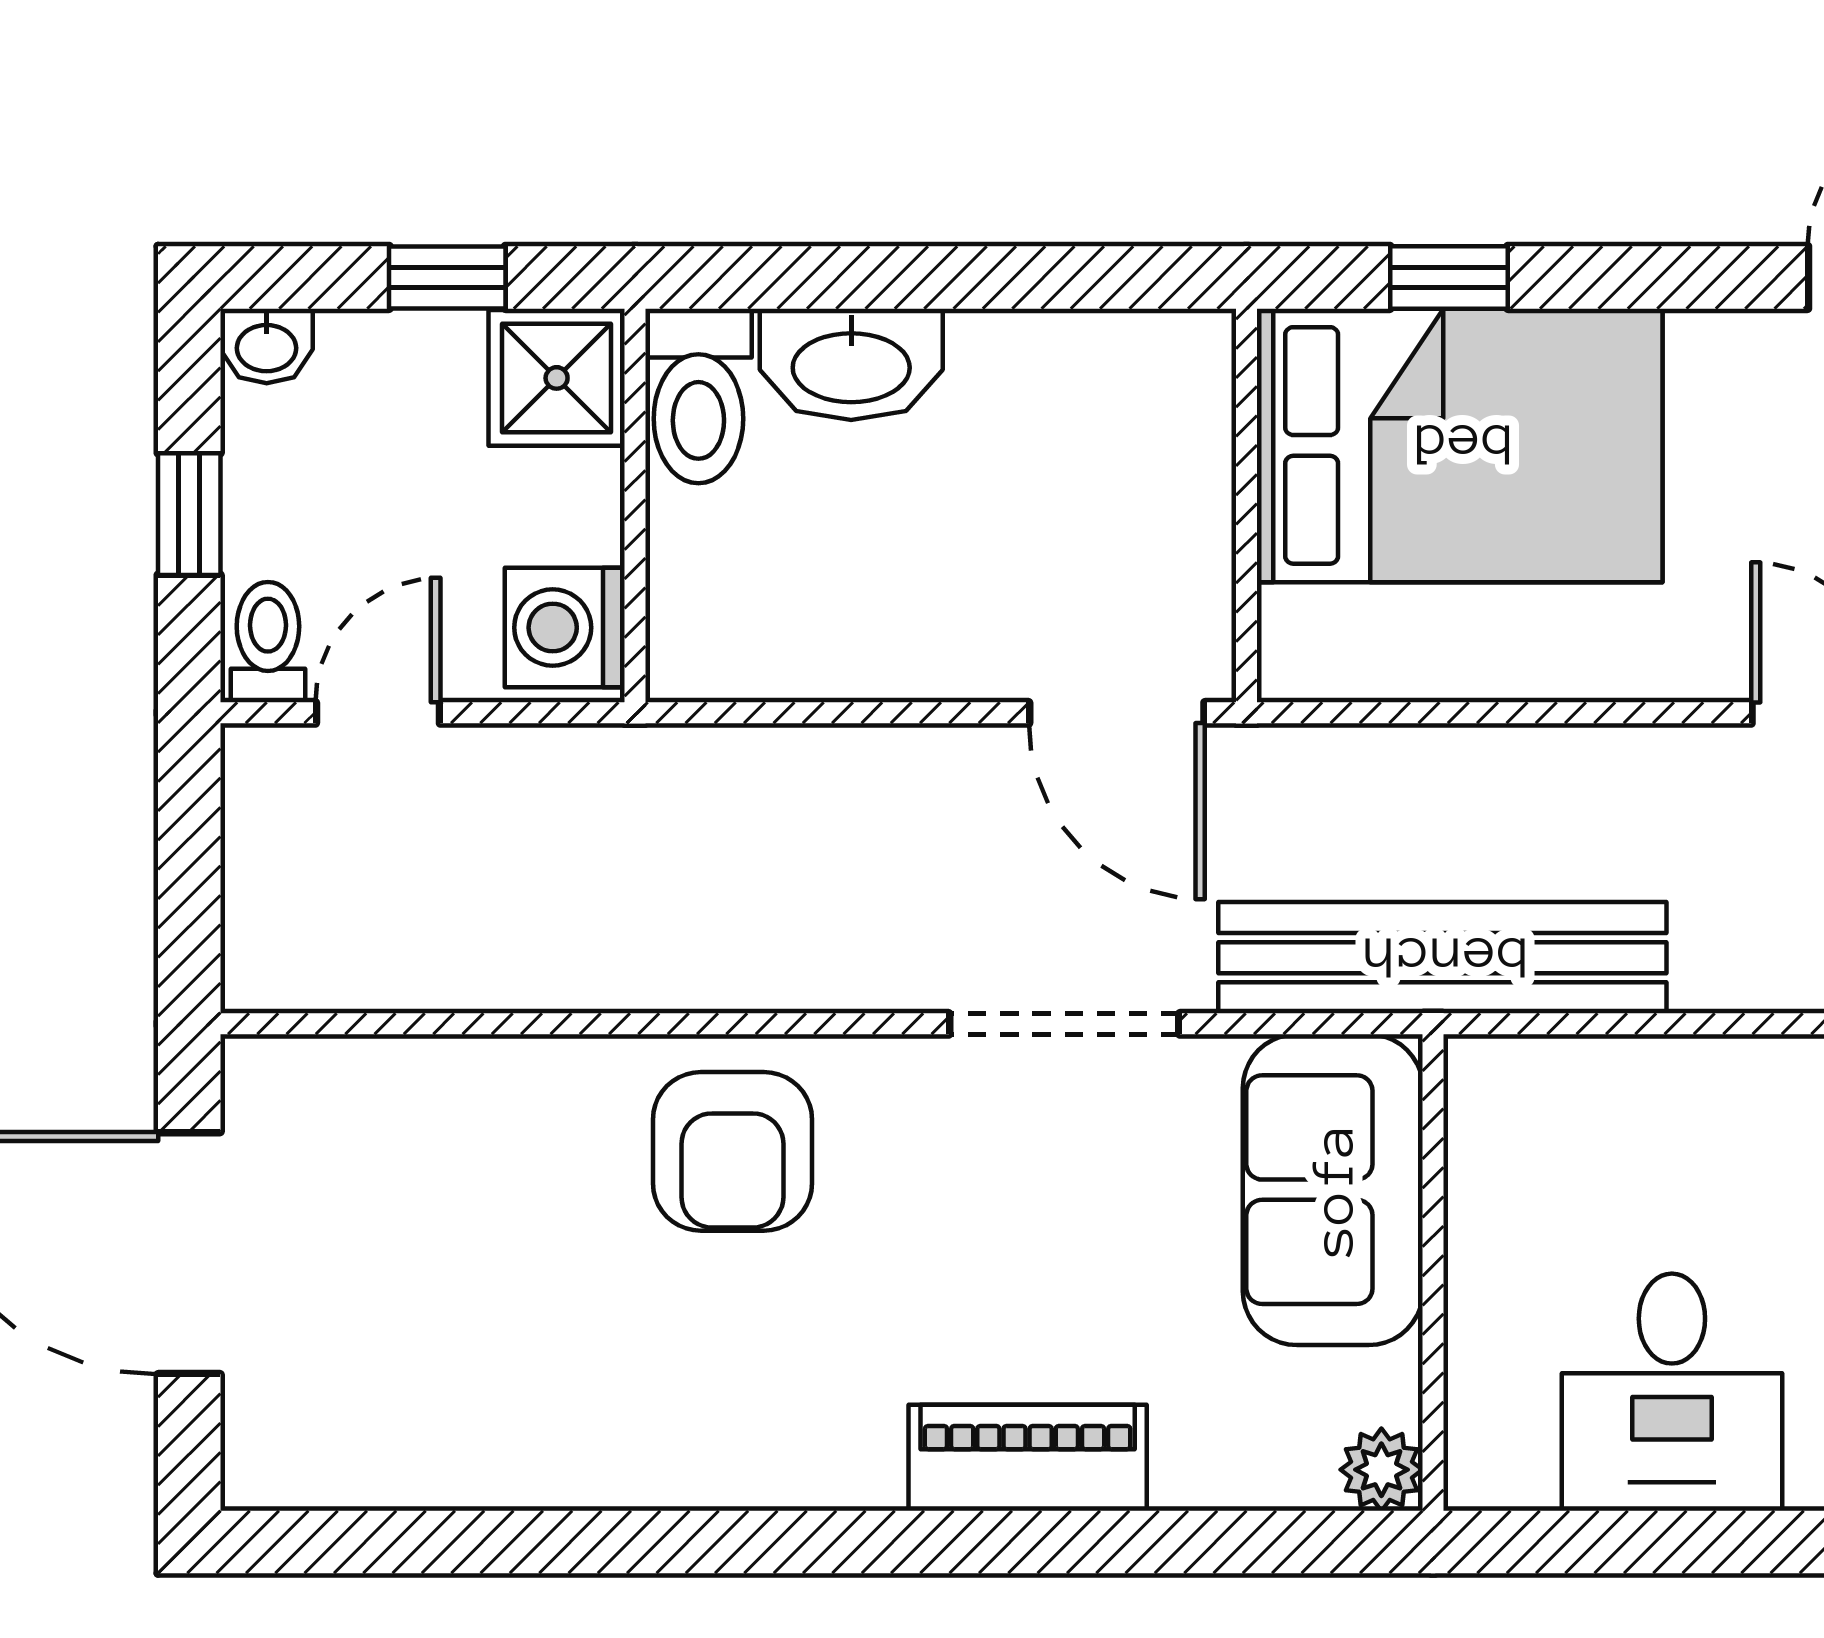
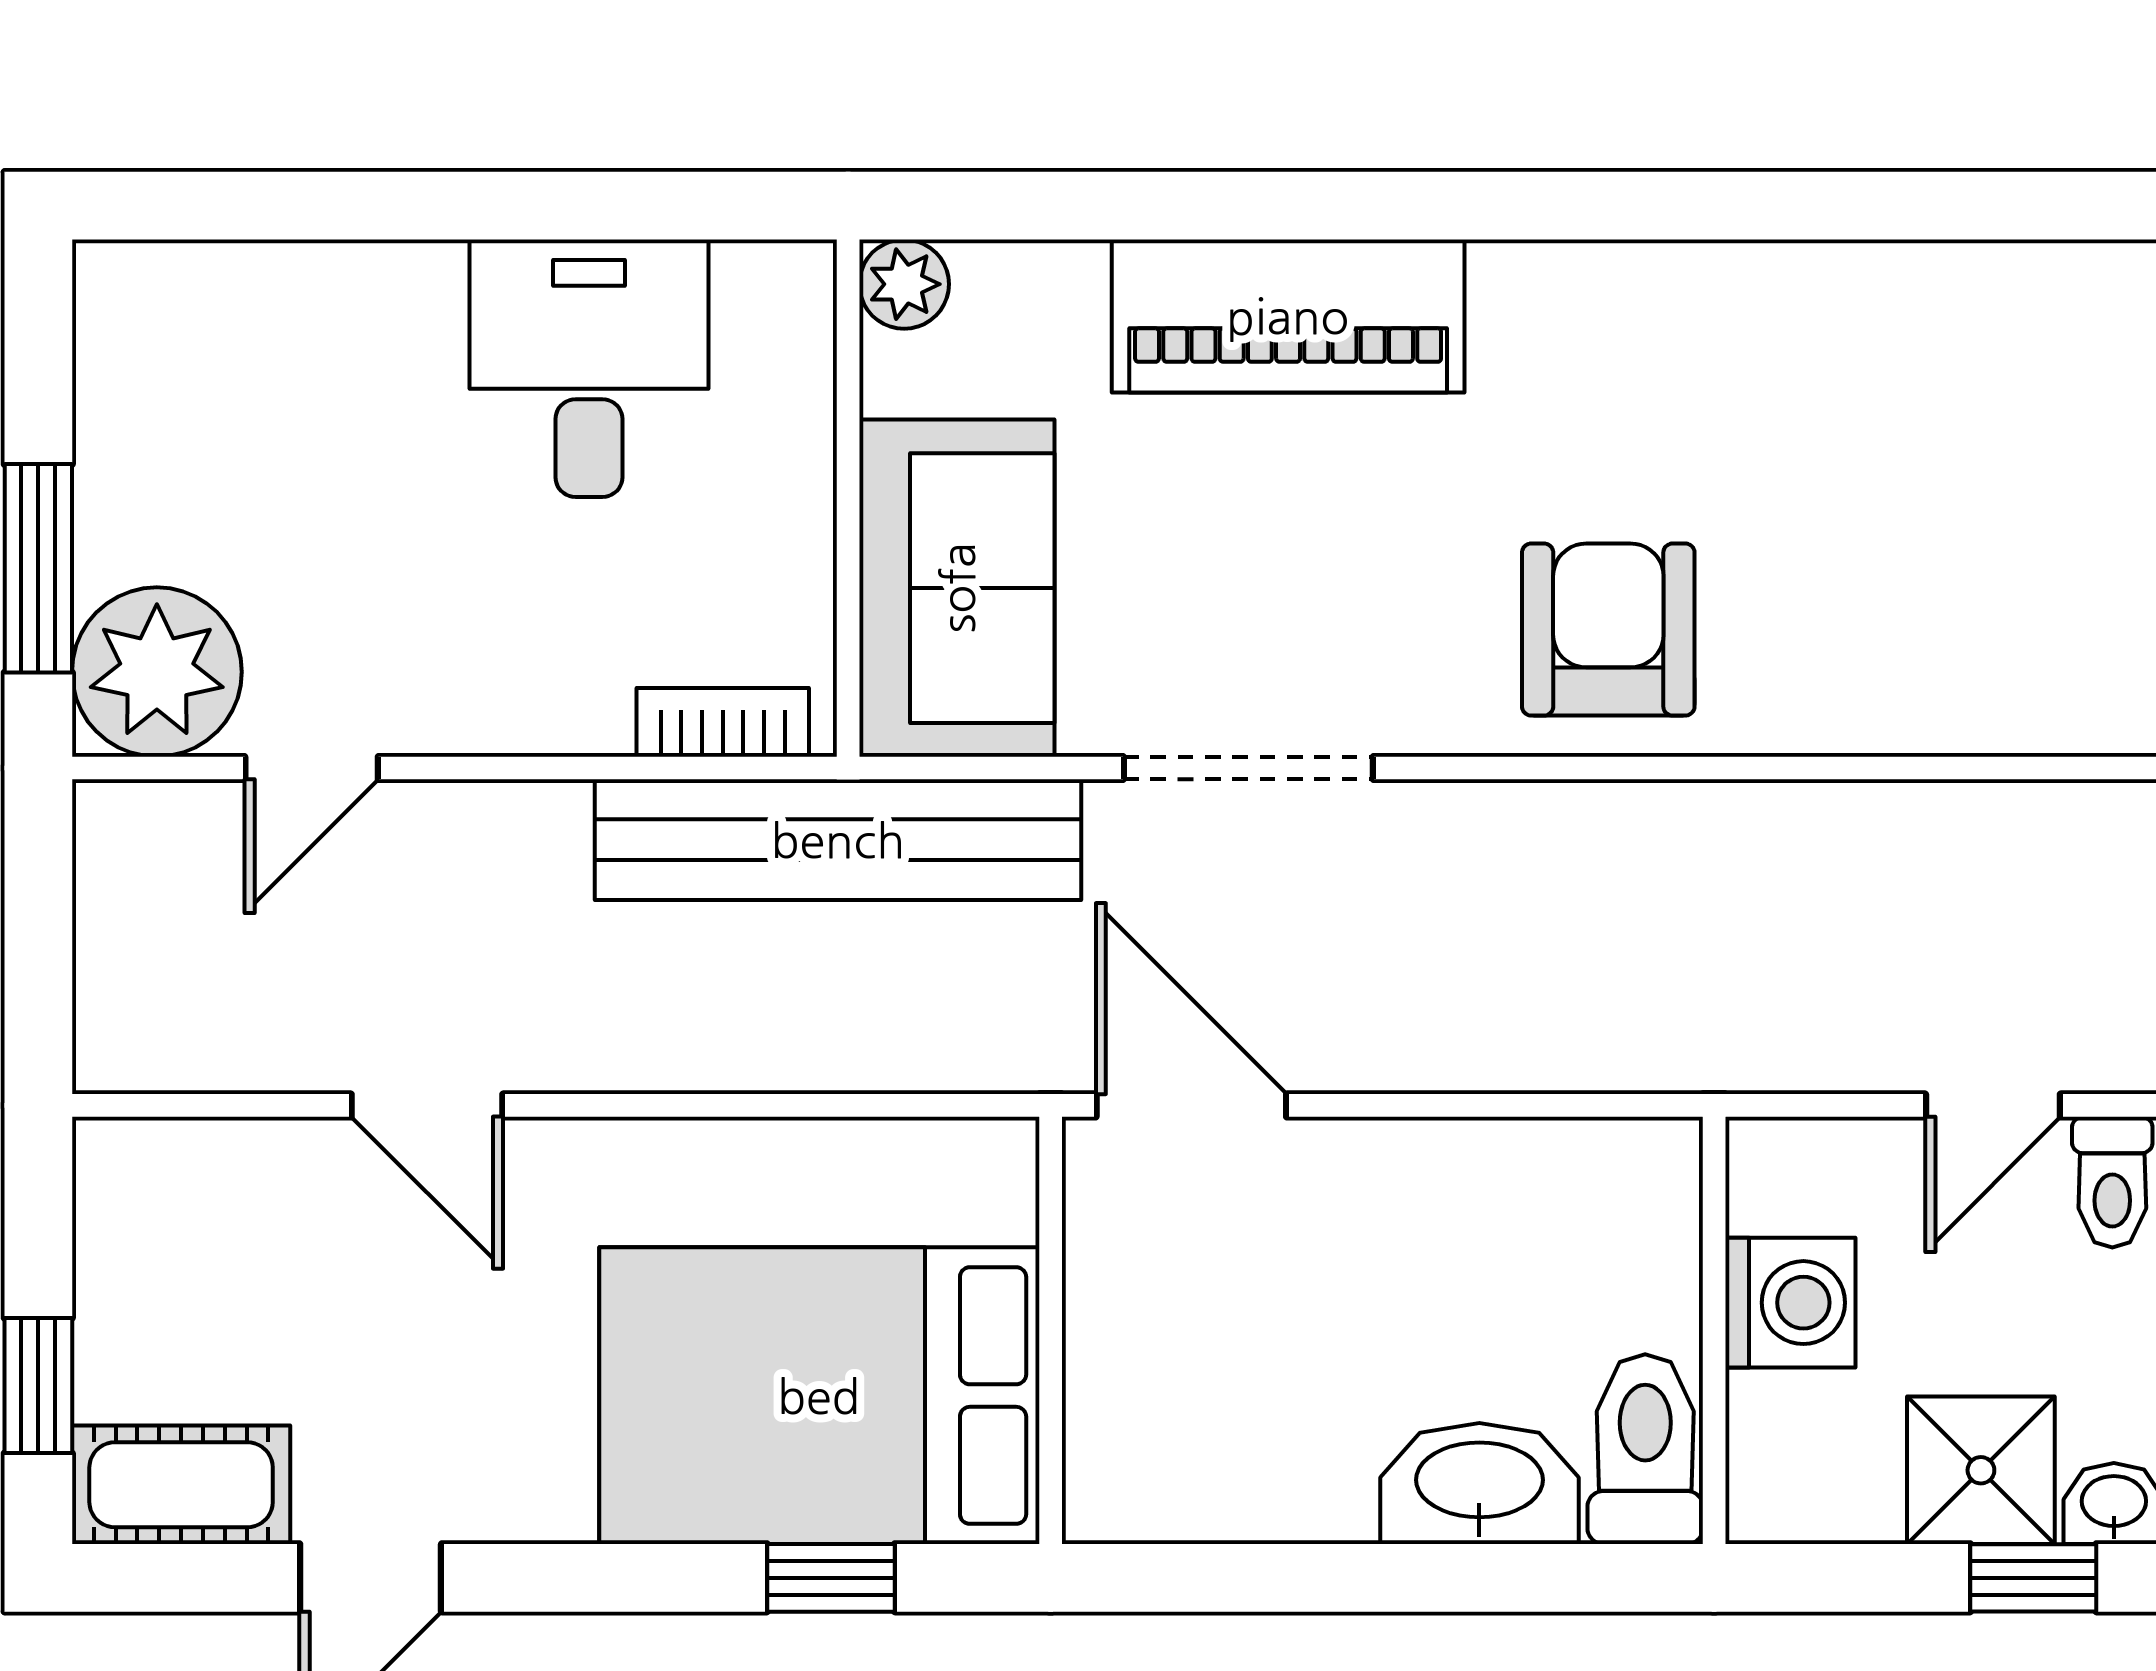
window: (447, 277) -> (2033, 1578), moved
shower: (557, 378) -> (1981, 1470), moved
washing machine: (565, 628) -> (1790, 1303), moved
bookcase: (1549, 1066) -> (723, 722), added
piano: (1028, 1458) -> (1288, 316), width x1.37, depth x1.33

